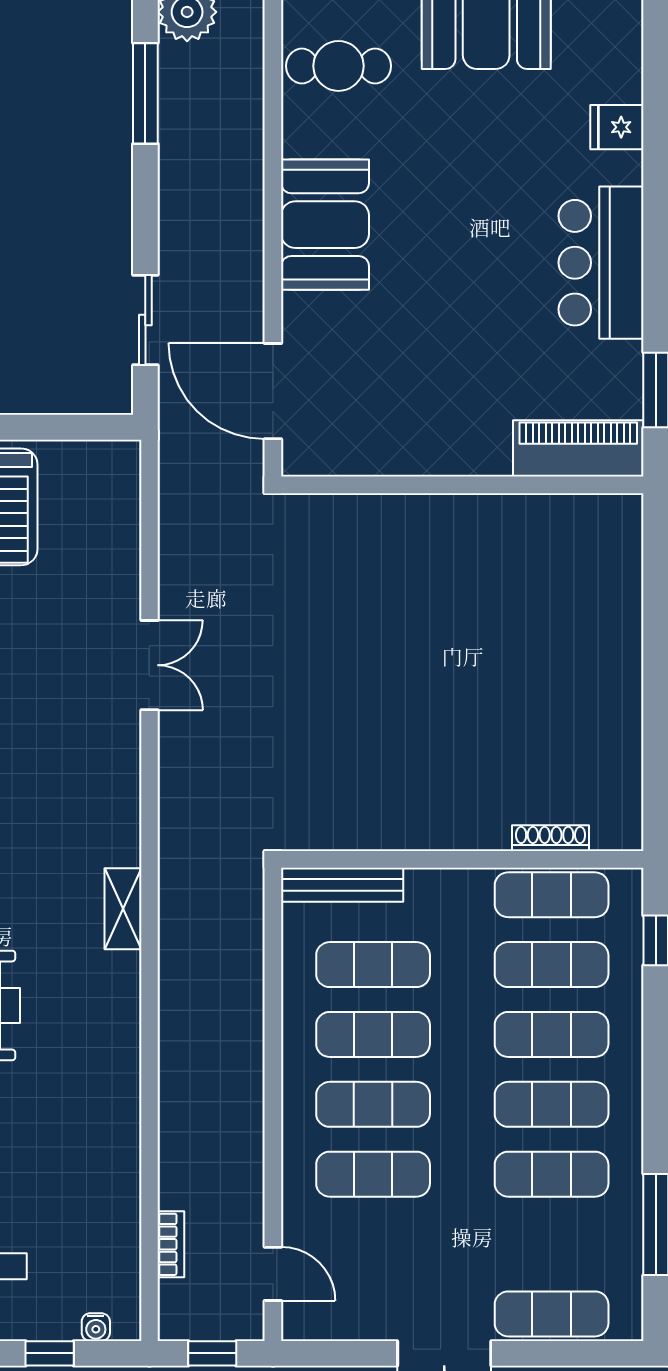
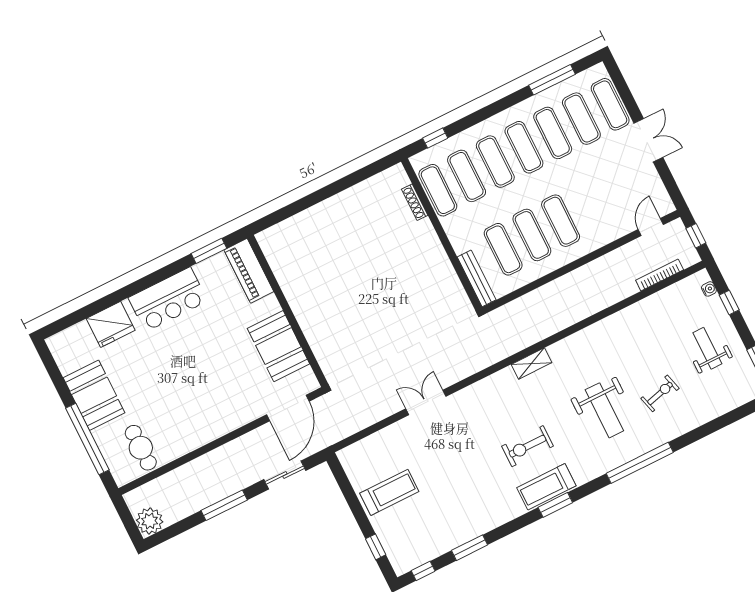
window: (145, 93) -> (224, 505), moved
fridge: (617, 127) -> (111, 324), width x1.88, depth x1.34
booth: (325, 225) -> (278, 346), moved, turned 90
exercise mat: (373, 1174) -> (581, 119), moved
bookcase: (171, 1244) -> (660, 275), width x1.56

